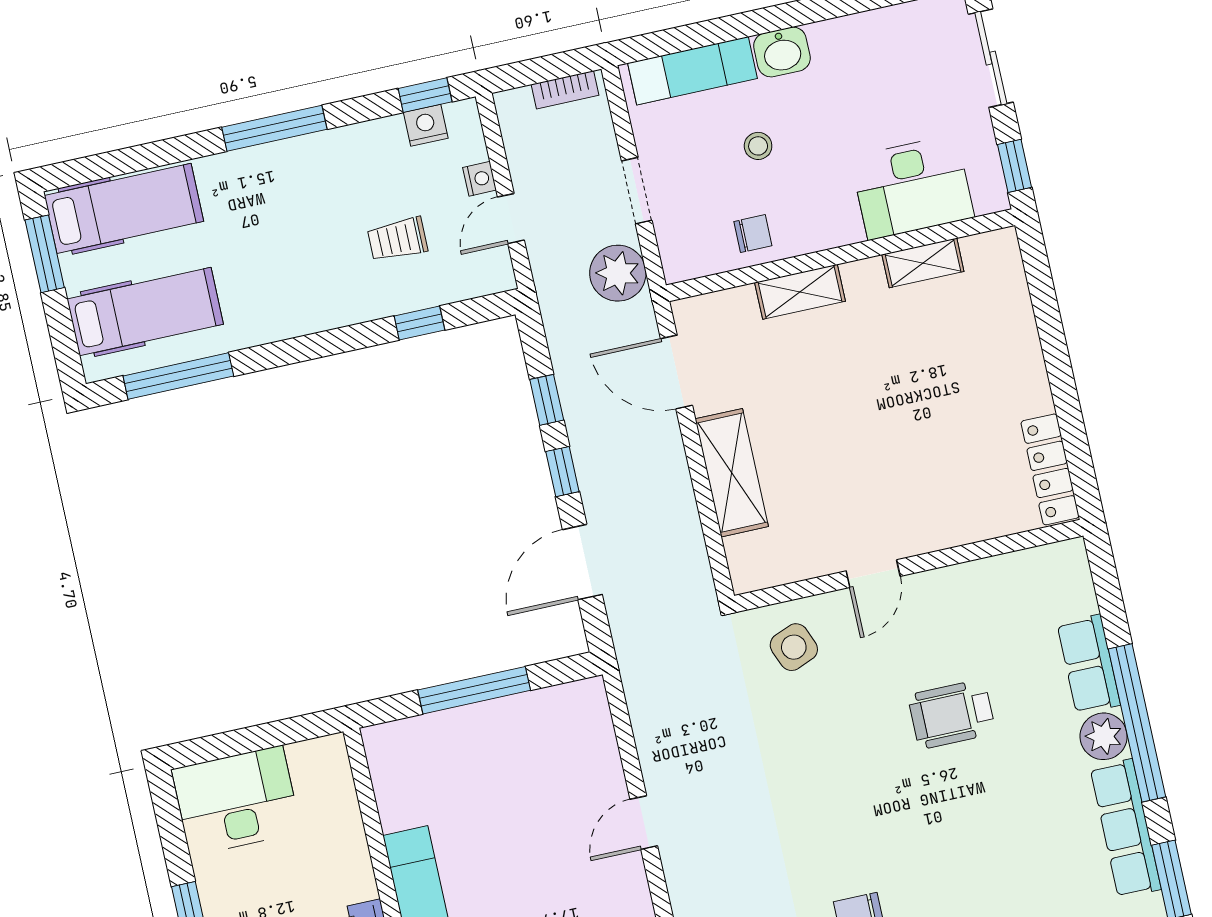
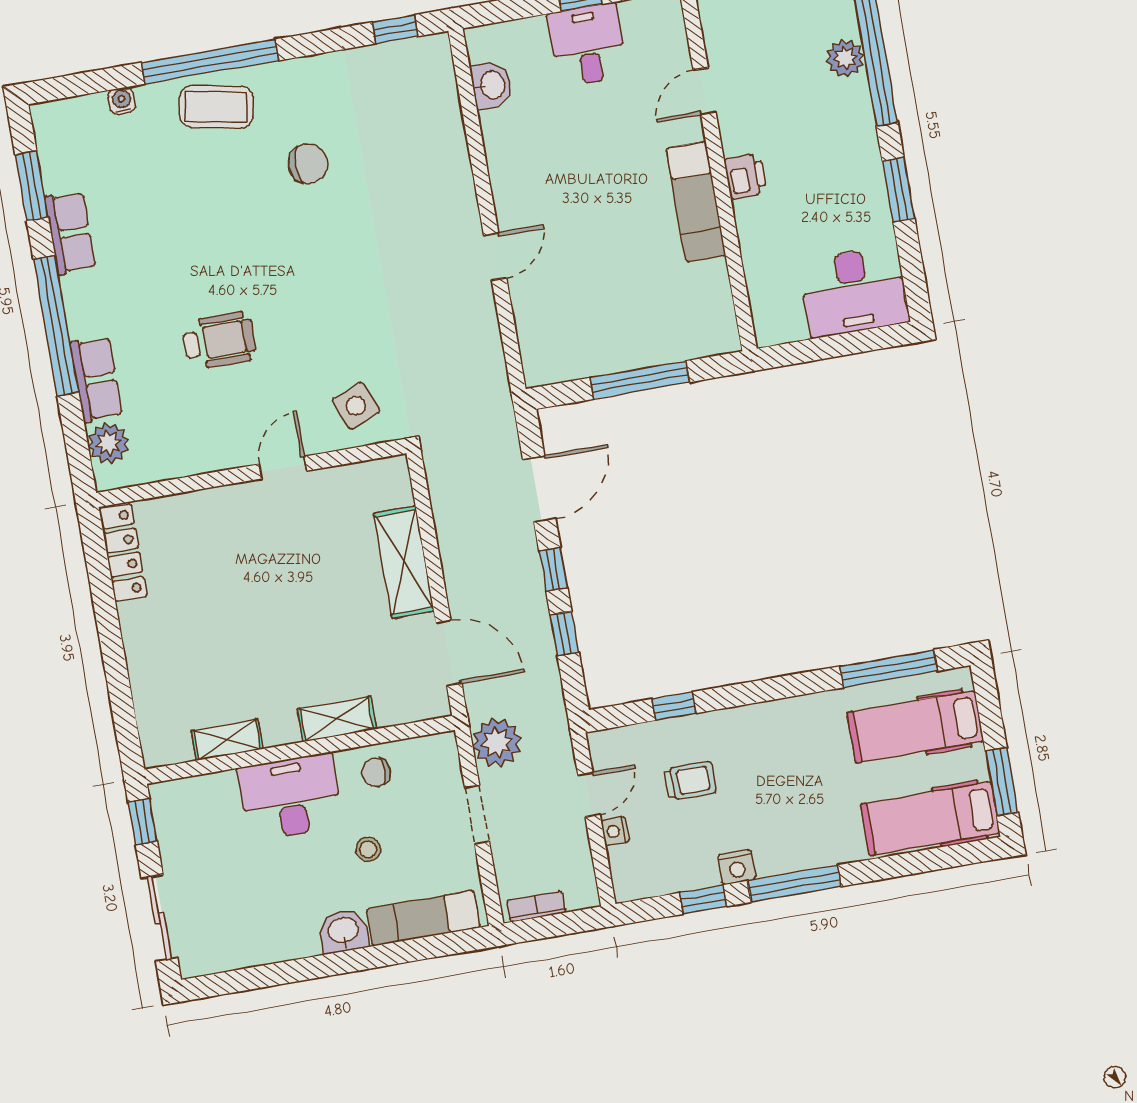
window: (425, 95) -> (703, 899), moved
nightstand: (426, 125) -> (737, 867), moved
desk: (912, 187) -> (290, 797), moved
plant: (1104, 736) -> (108, 443), moved
row of seats: (1126, 829) -> (70, 233), width x0.68

